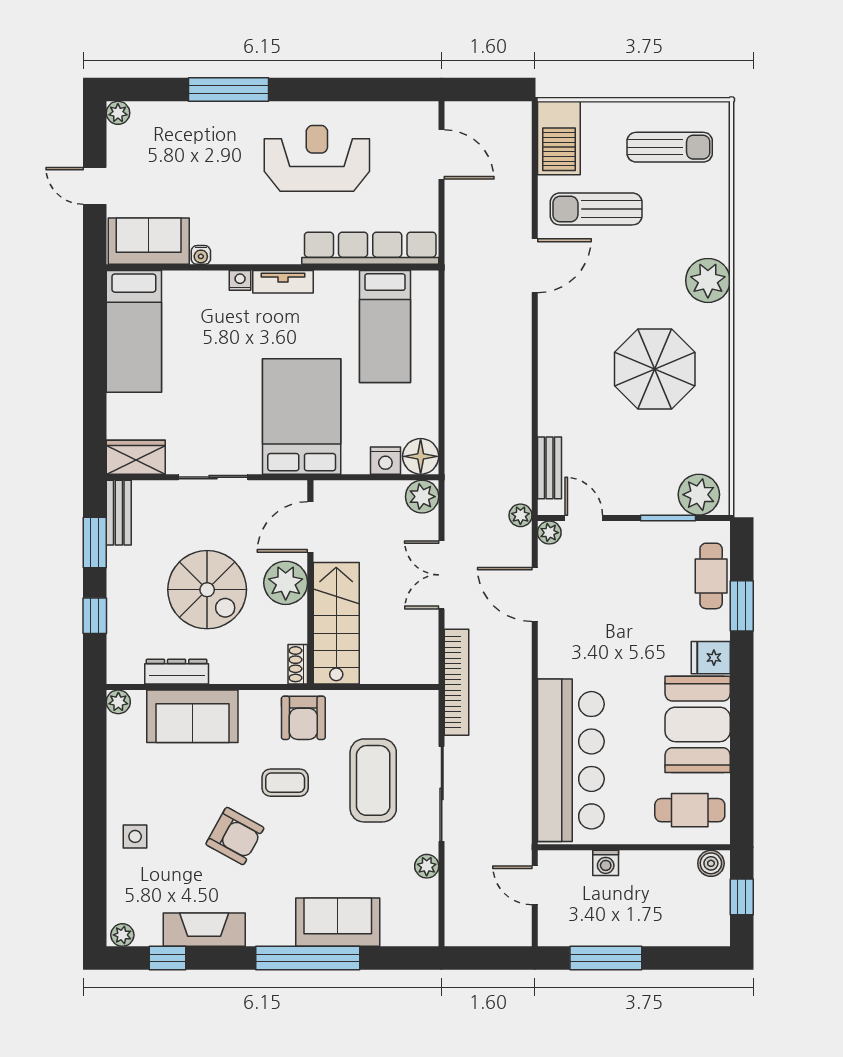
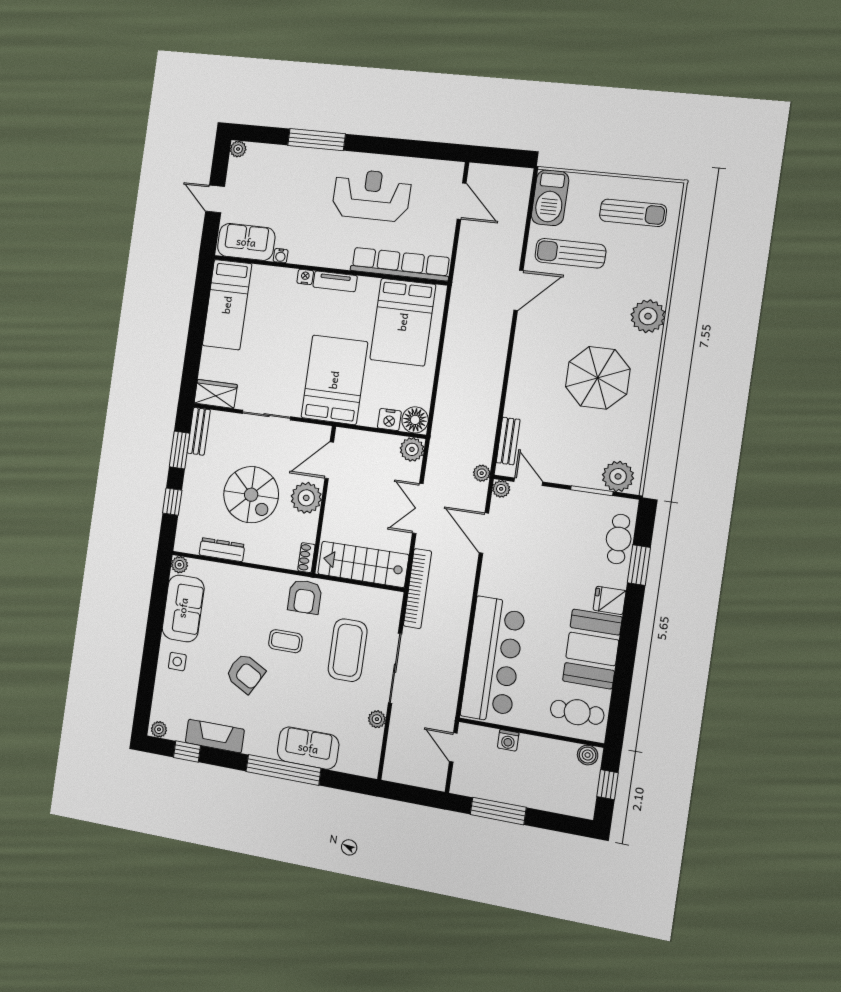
bed: (385, 326) -> (403, 322), width x1.50
stairs: (336, 623) -> (363, 564), moved, turned -90
sofa: (192, 716) -> (183, 608), moved, turned -90

